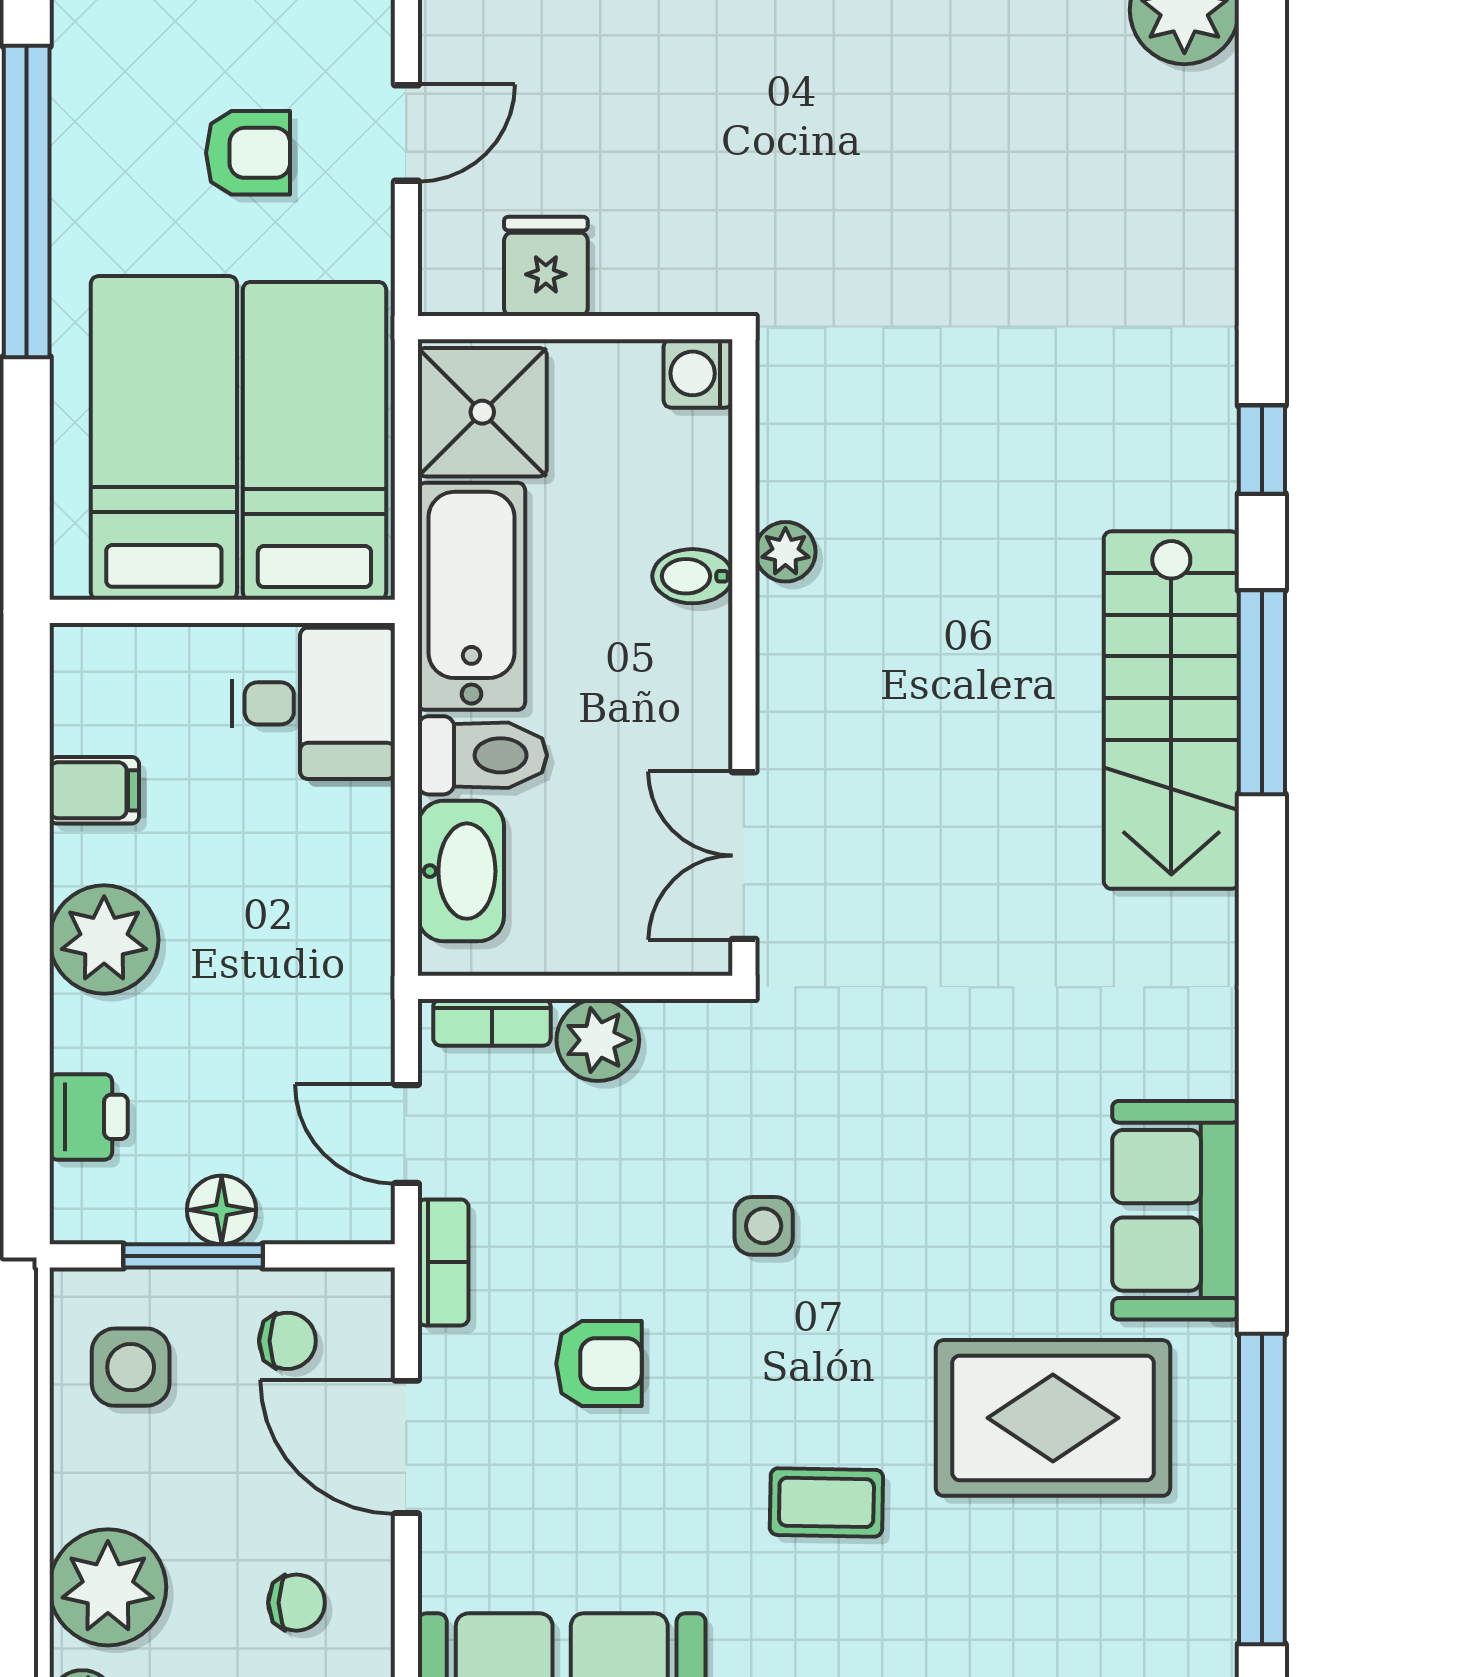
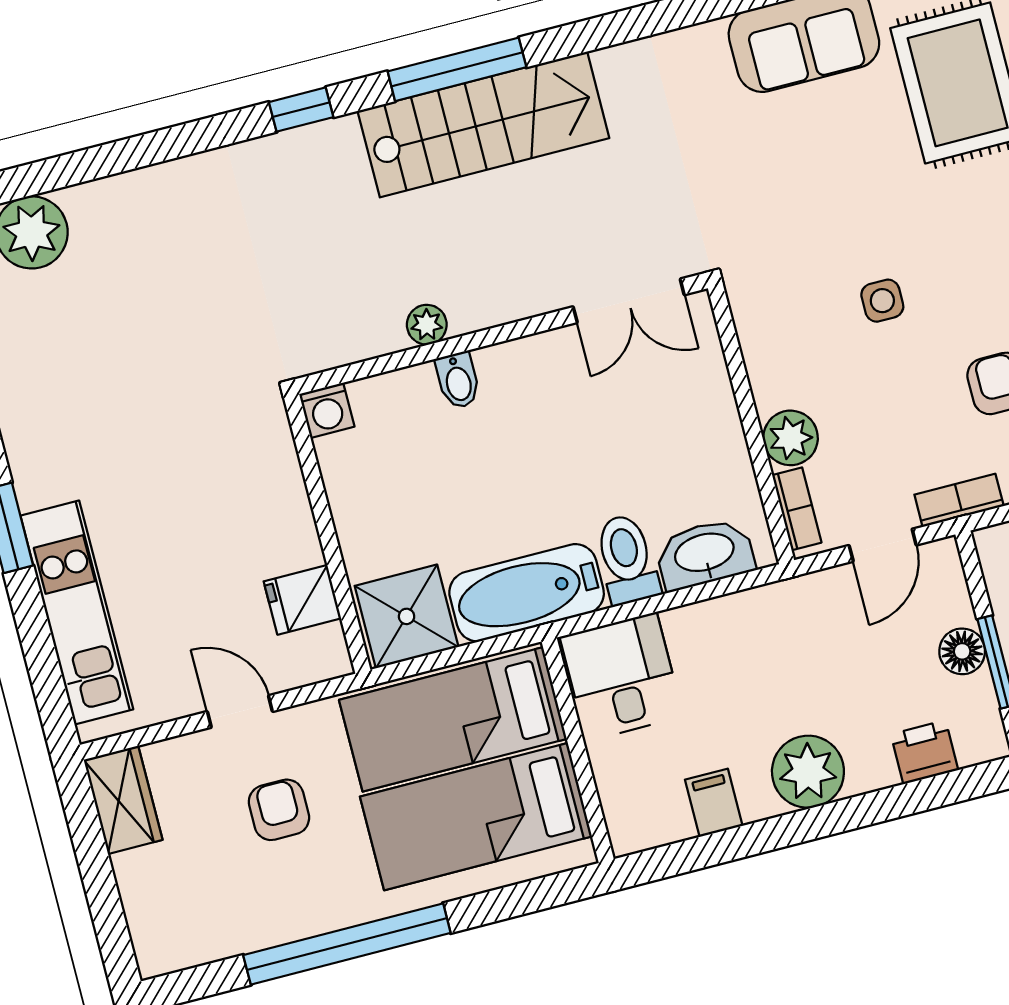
washing machine: (698, 373) -> (327, 410), moved
plant: (785, 552) -> (427, 325), moved
bidet: (692, 576) -> (458, 380), moved
wall: (744, 657) -> (502, 334), moved
double door: (744, 856) -> (629, 301), moved

